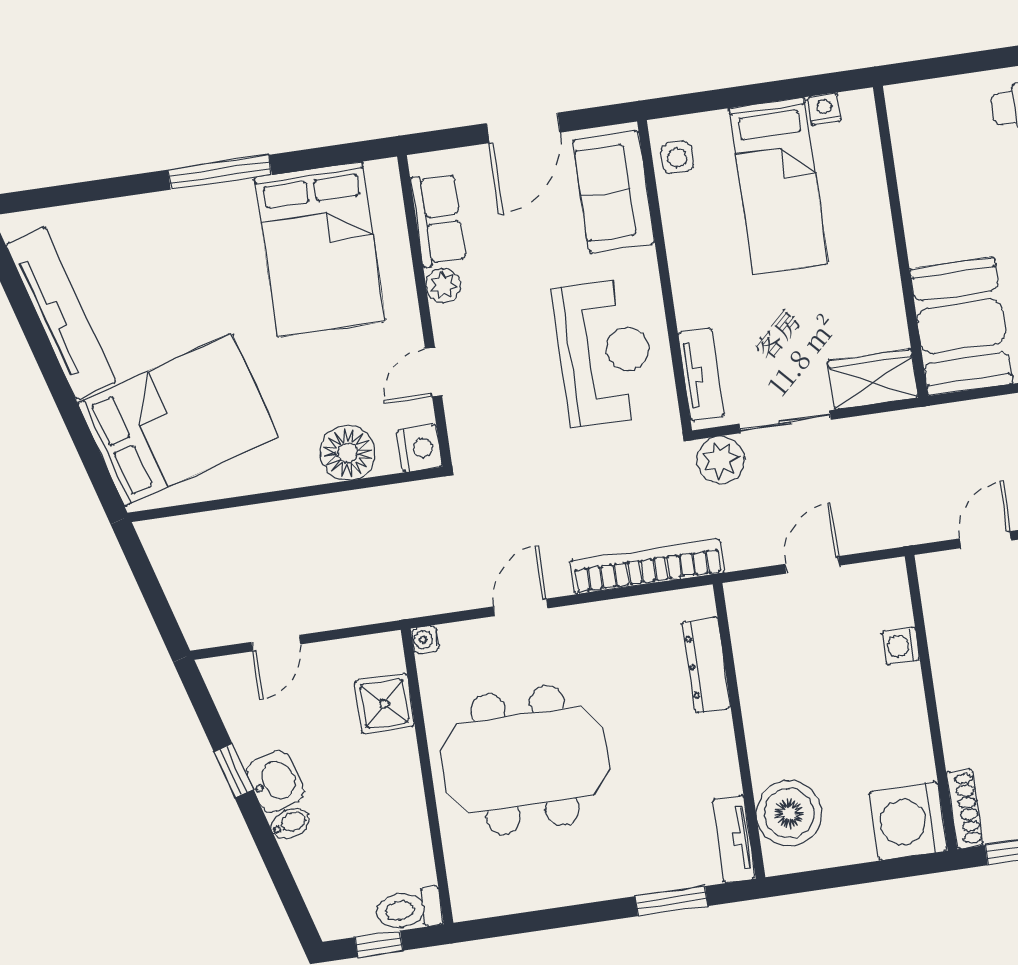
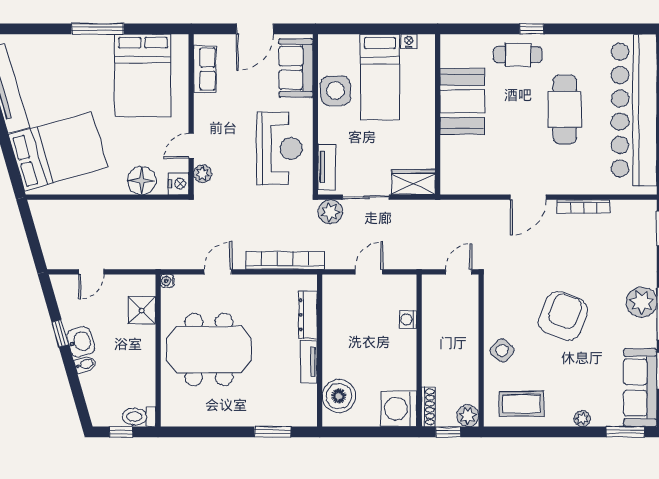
side table: (677, 157) -> (336, 91), moved, width x1.87, depth x1.87
plant: (443, 286) -> (202, 174), moved
booth: (961, 326) -> (462, 101), moved
tv unit: (734, 839) -> (309, 362), moved

